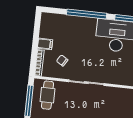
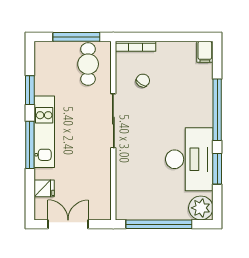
filing cabinet: (45, 44) -> (205, 52), moved
cafe table: (47, 95) -> (88, 64), turned 90

